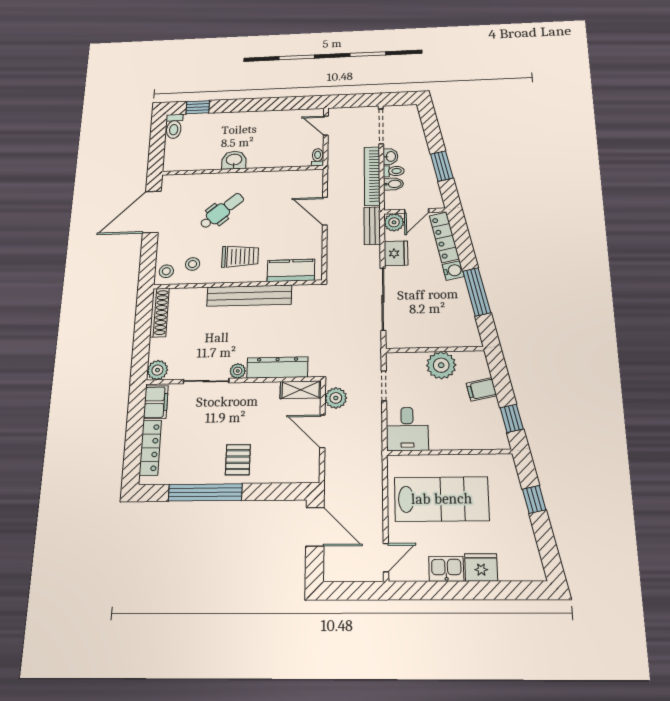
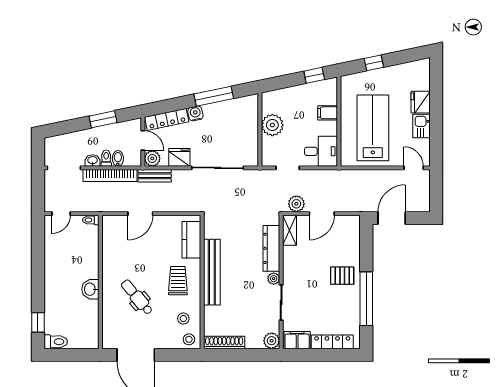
filing cabinet: (481, 389) -> (328, 113), moved, turned 102

